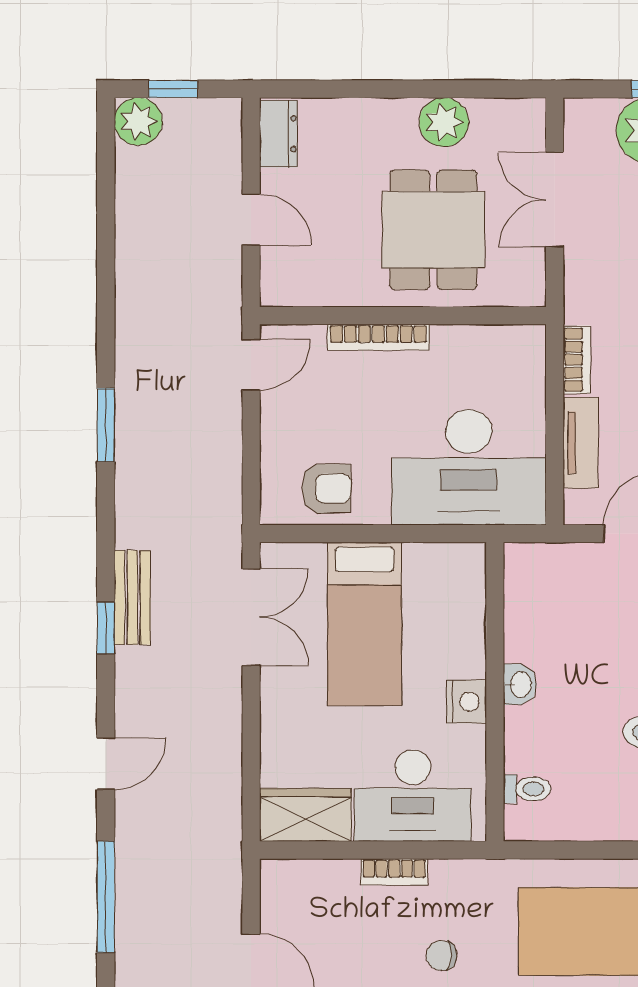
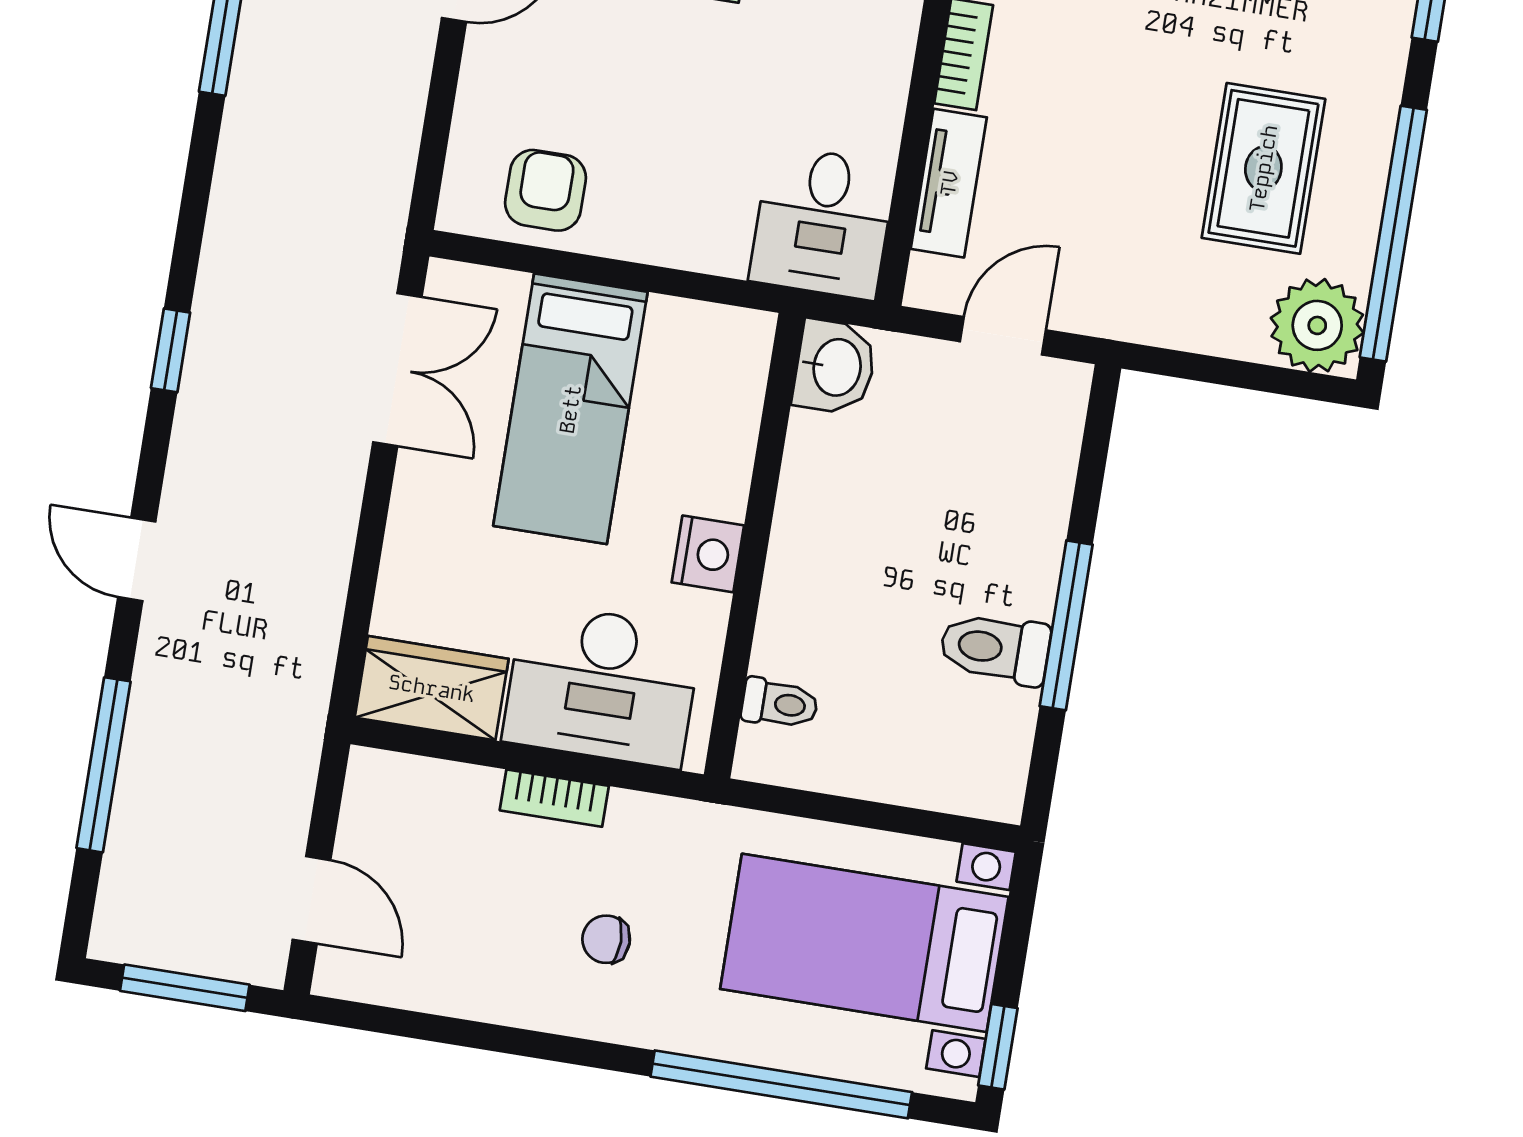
desk: (469, 467) -> (823, 223), width x0.53, depth x0.77
armchair: (326, 488) -> (545, 190), turned -90
bench: (132, 598) -> (219, 310), removed
washbasin: (520, 684) -> (835, 367), moved, width x1.38, depth x1.45
door: (106, 764) -> (137, 559), swing flipped

